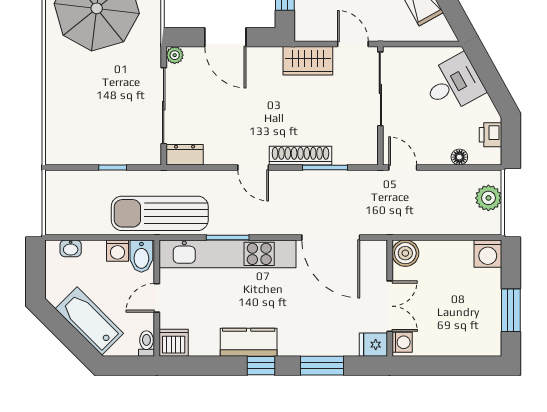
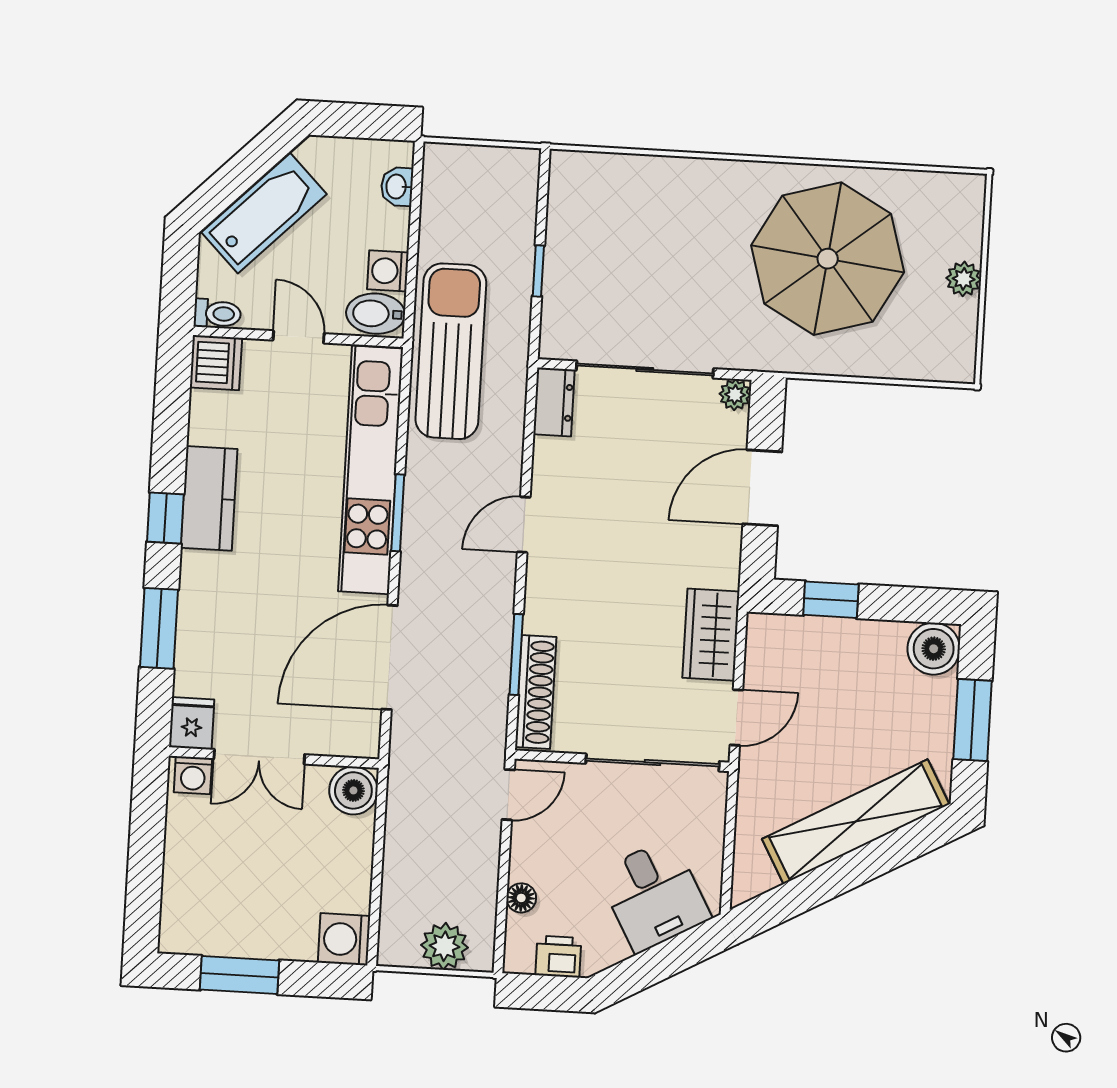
shoe rack: (300, 156) -> (536, 692), moved
window: (228, 237) -> (398, 513), moved

